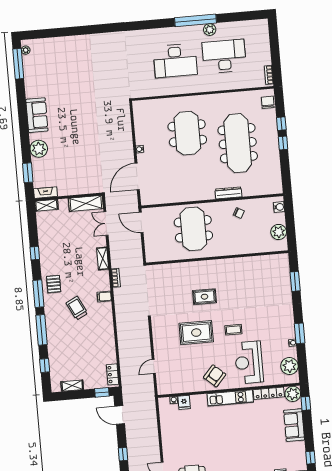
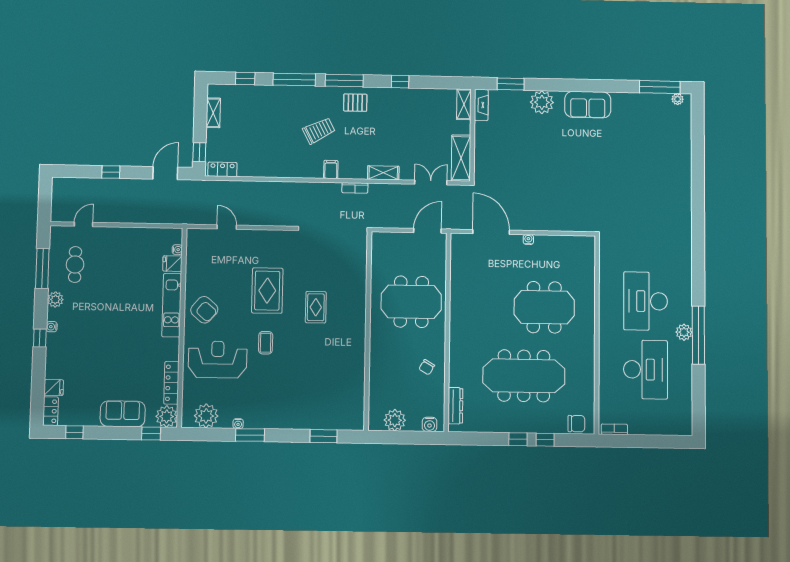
plant: (210, 30) -> (684, 332), moved
dresser: (228, 193) -> (455, 406), moved
kitchen unit: (230, 398) -> (172, 305), moved

